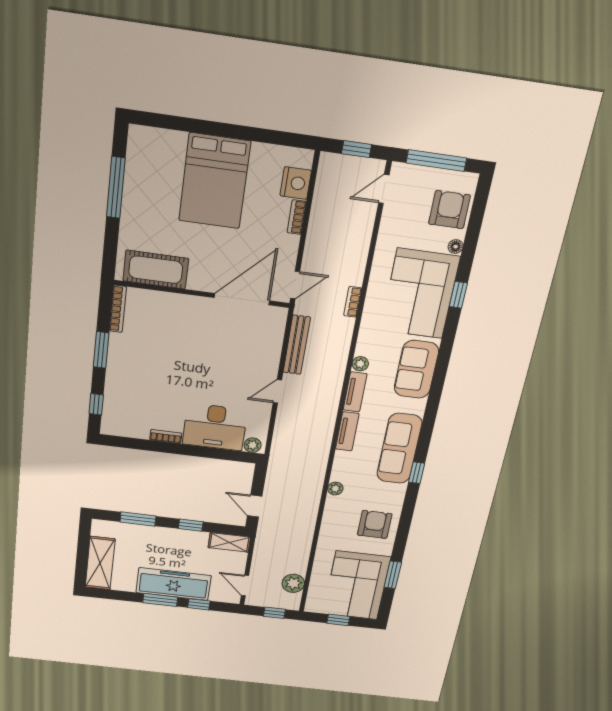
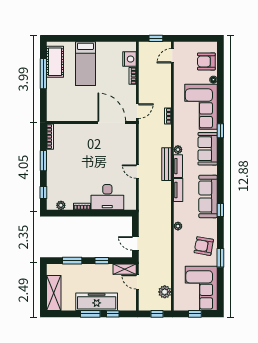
window: (436, 161) -> (195, 38), removed
bed: (215, 181) -> (85, 64), width x0.67
armchair: (449, 210) -> (206, 61), turned -90
cot: (156, 270) -> (55, 62), moved, turned 90
window: (458, 295) -> (220, 131), moved
door: (242, 299) -> (112, 123), hinge flipped
bench: (297, 345) -> (167, 164), moved
door: (277, 391) -> (137, 172), hinge flipped
plant: (253, 445) -> (61, 205), moved
armchair: (375, 524) -> (204, 246), turned -80
window: (393, 575) -> (220, 258), moved
door: (245, 585) -> (137, 282), moved

